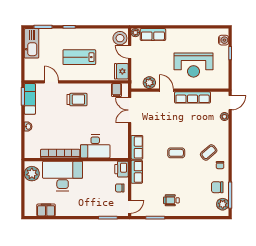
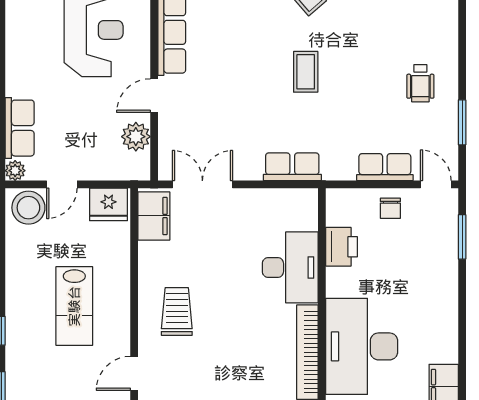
filing cabinet: (117, 90) -> (154, 216), width x2.00
double door: (130, 110) -> (202, 184), swing flipped
printer: (121, 169) -> (342, 247), moved, turned -90
row of seats: (137, 172) -> (385, 167), moved

